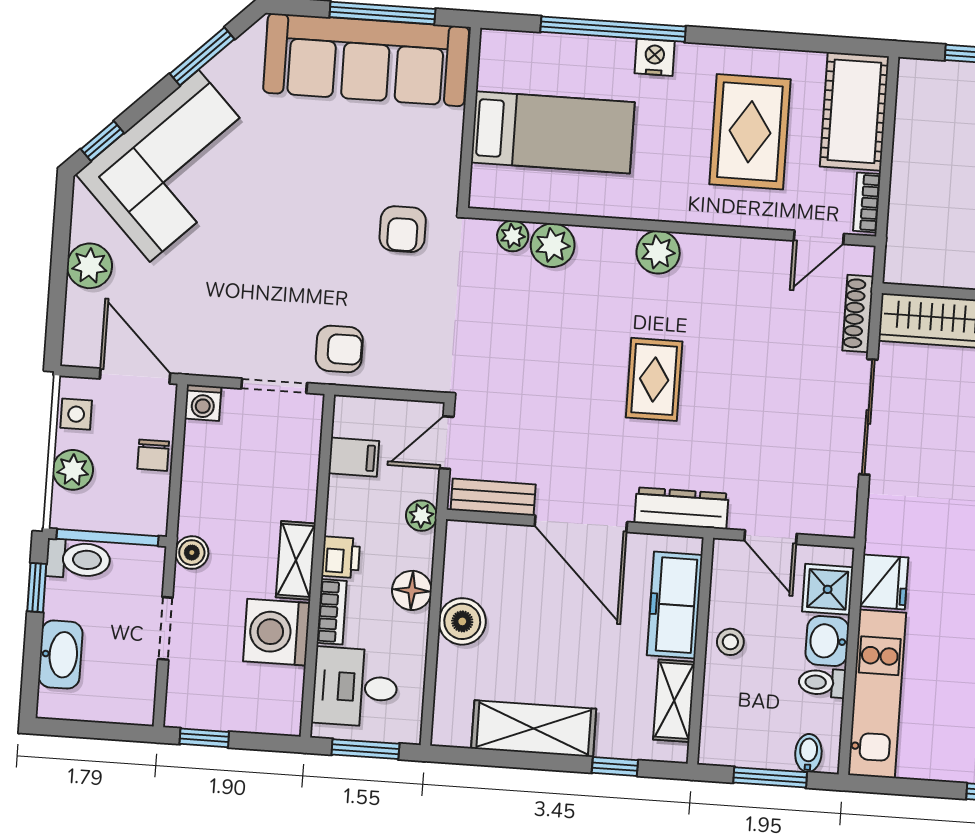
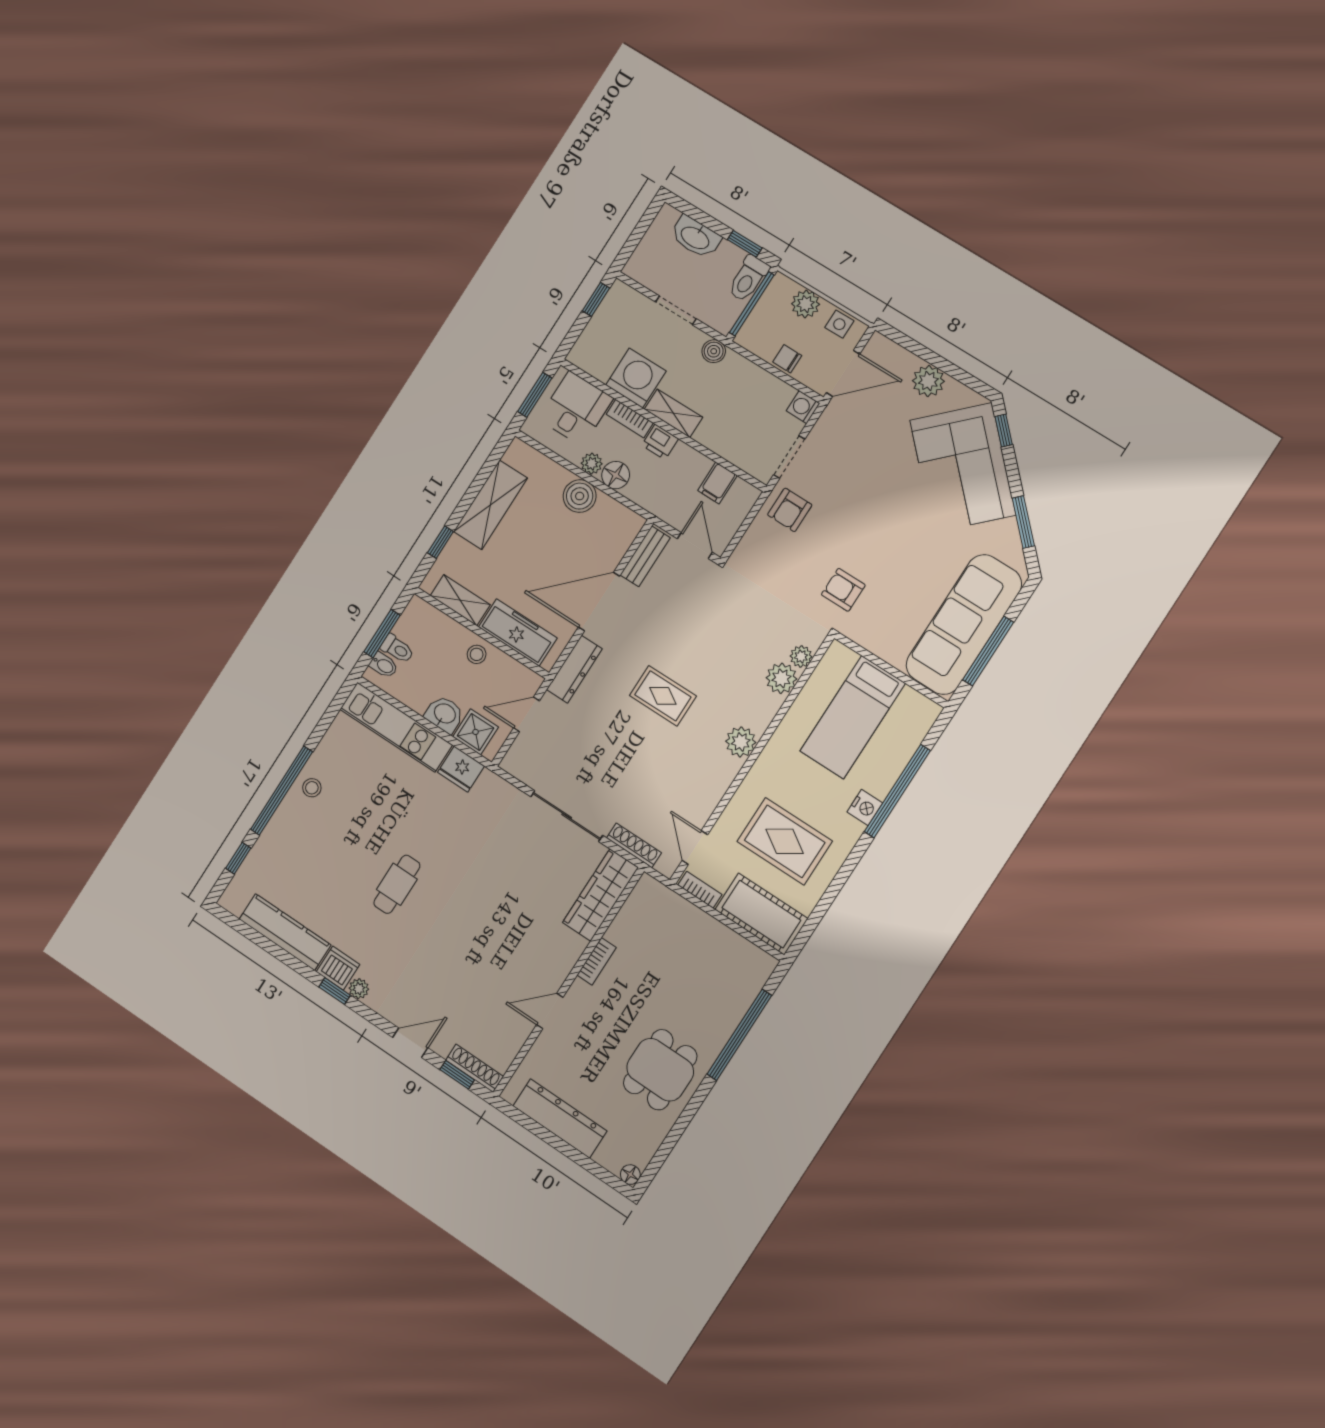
plant: (421, 516) -> (592, 464), moved
toilet: (822, 683) -> (397, 649), moved, turned 90

